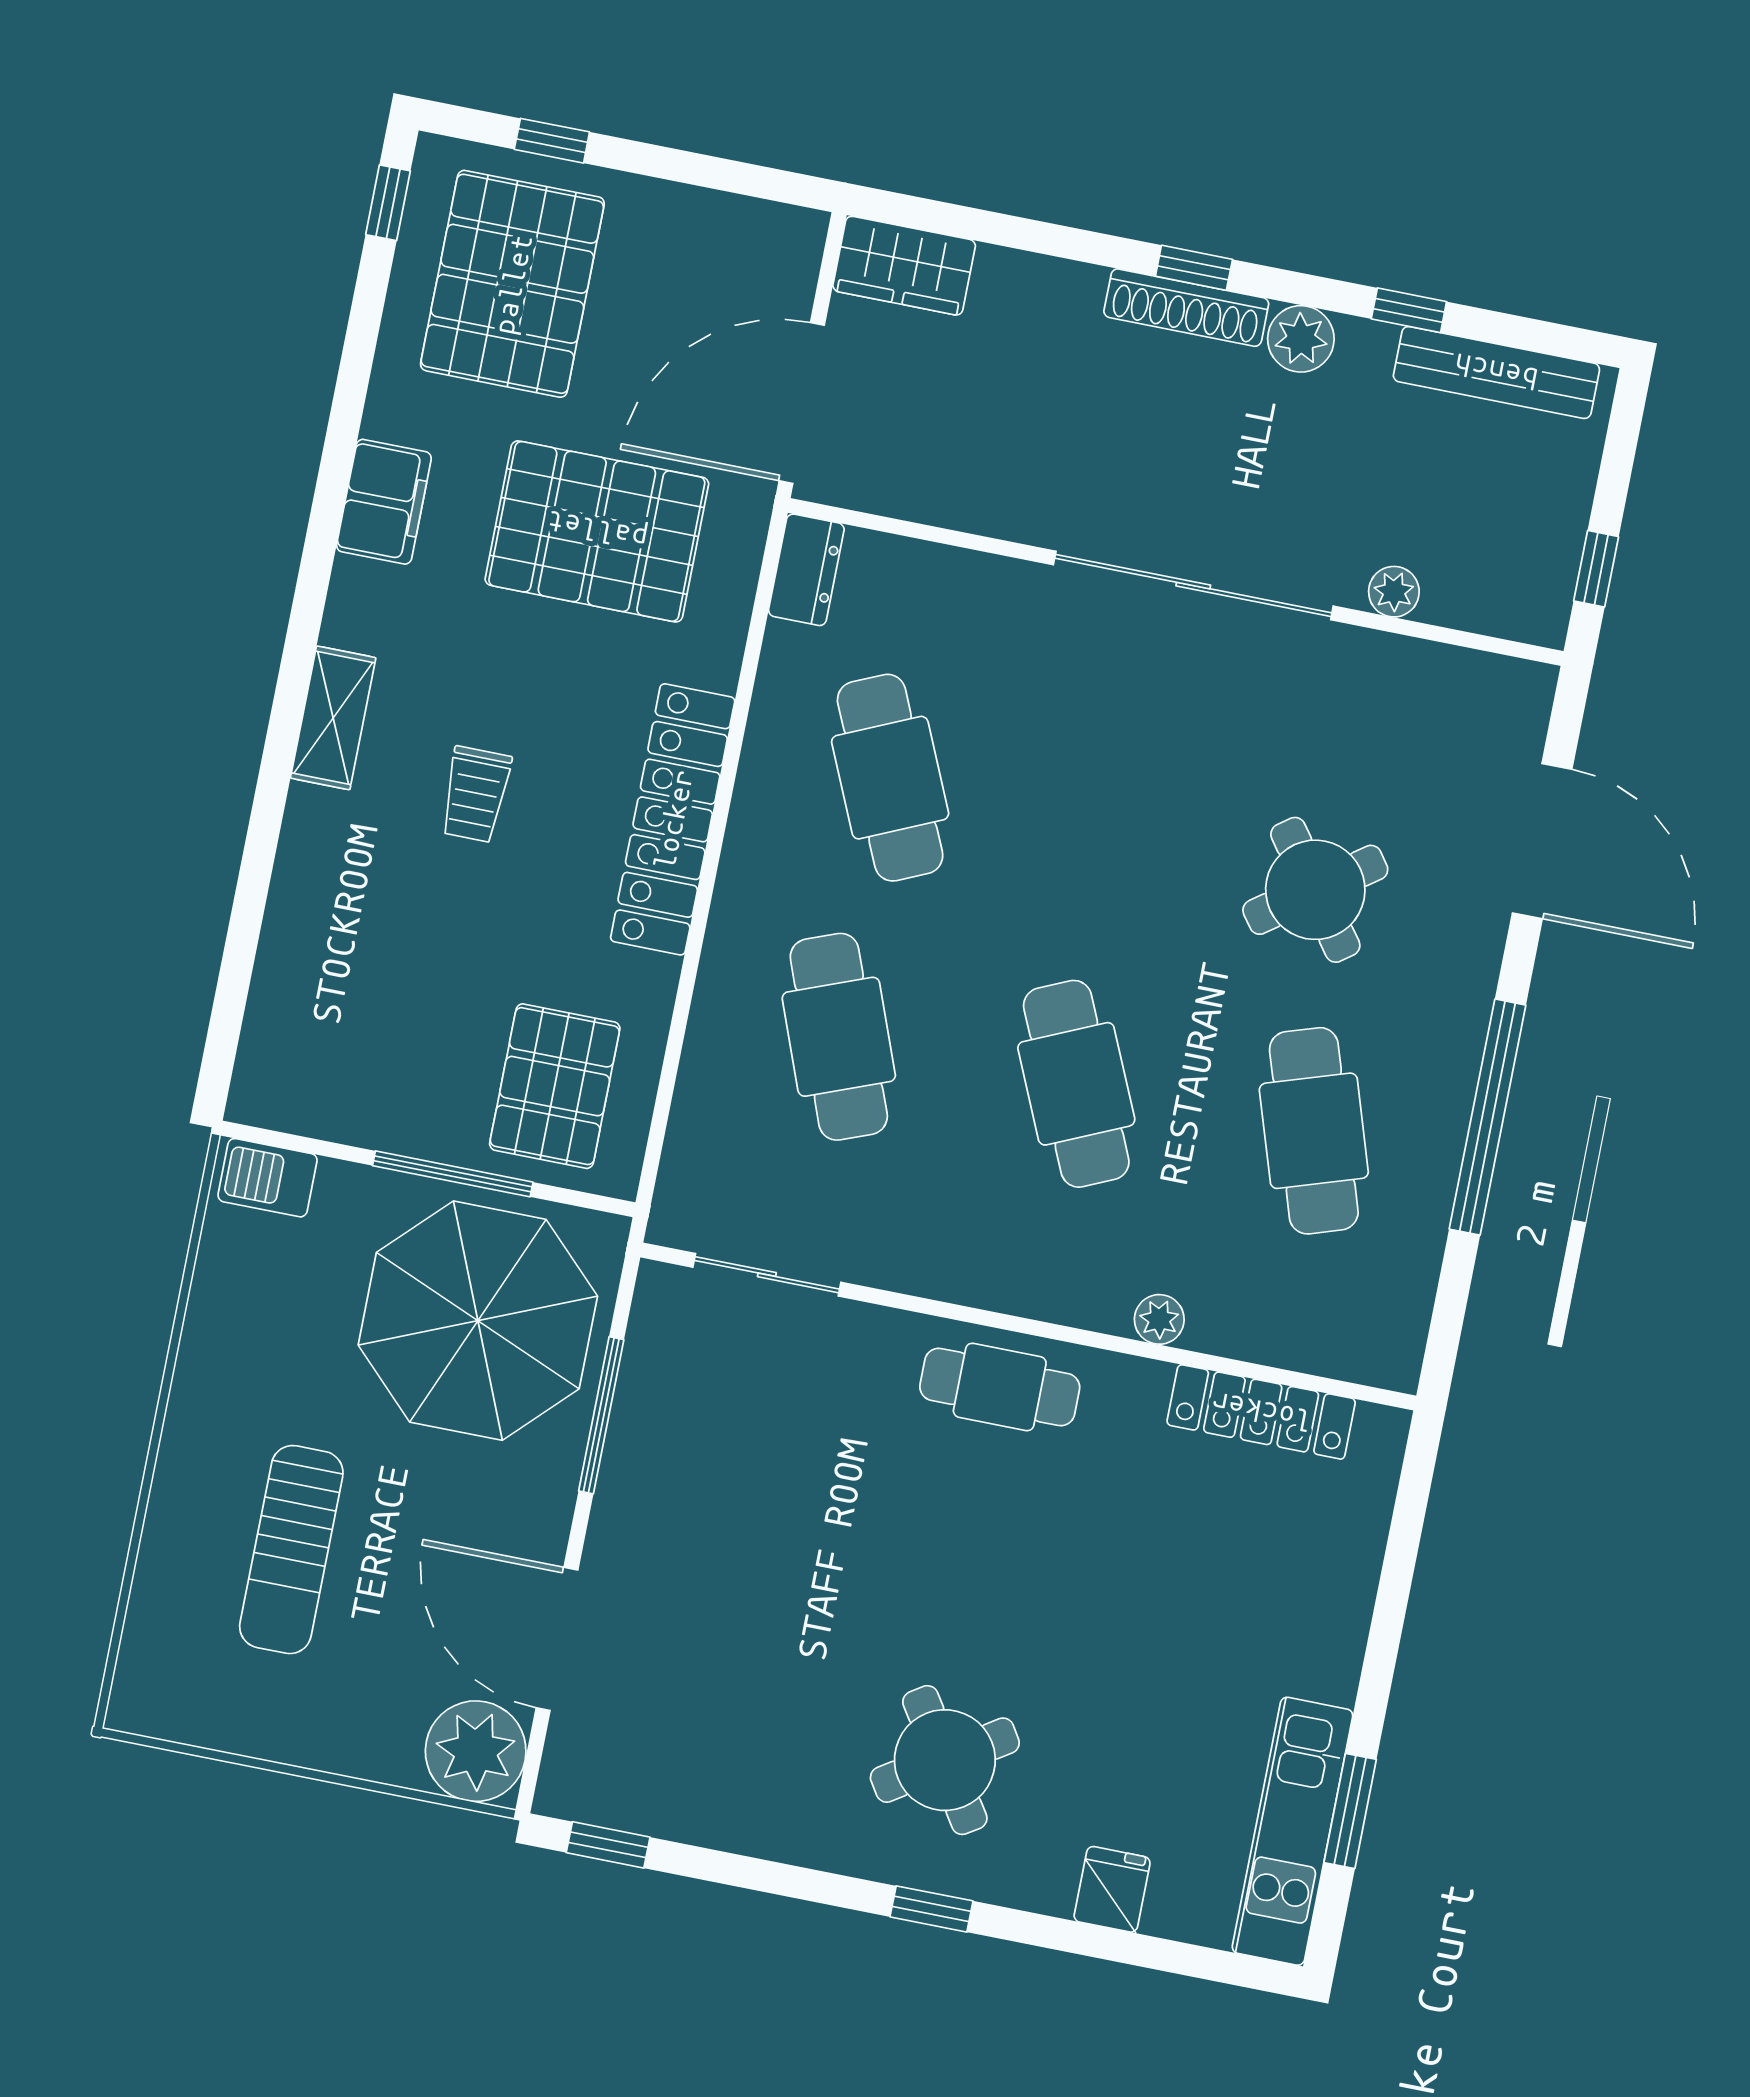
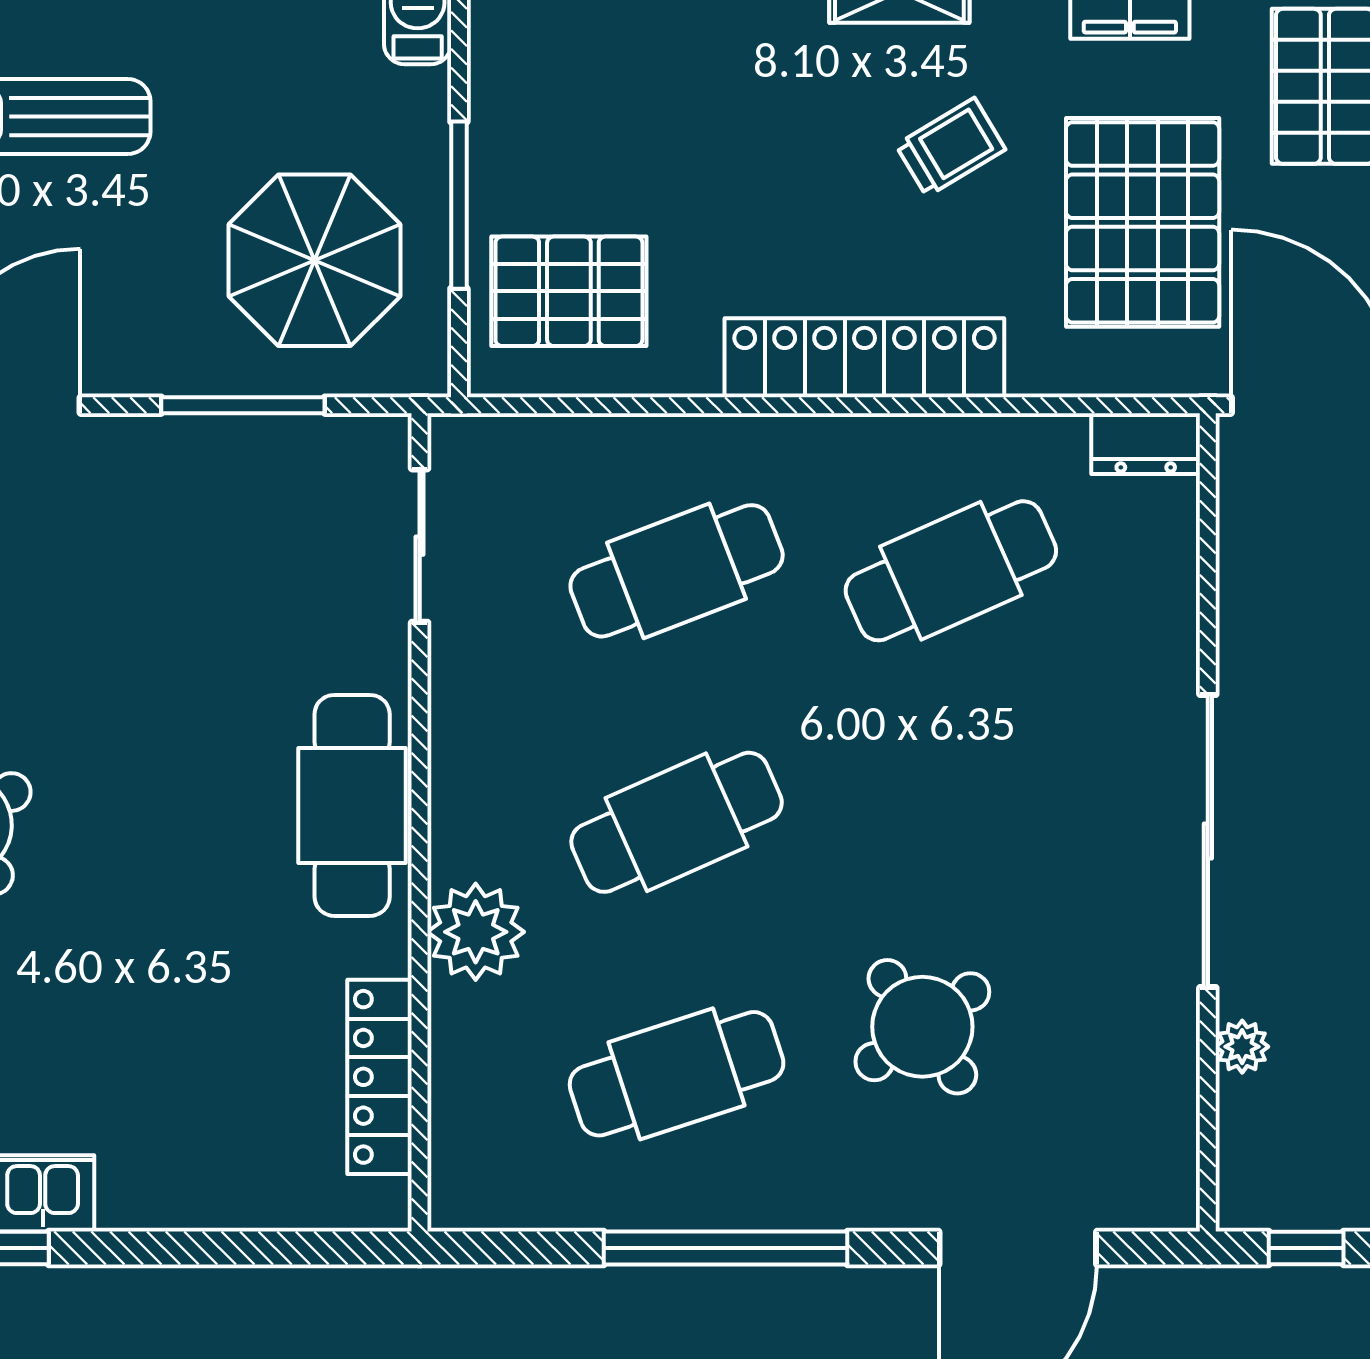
trolley: (475, 794) -> (951, 147), moved, turned 149
plant: (1159, 1319) -> (476, 932), width x1.87, depth x1.87
parasol: (478, 1321) -> (314, 260), width x0.73, depth x0.73
cafe table: (1000, 1387) -> (352, 805), width x1.37, depth x1.35

